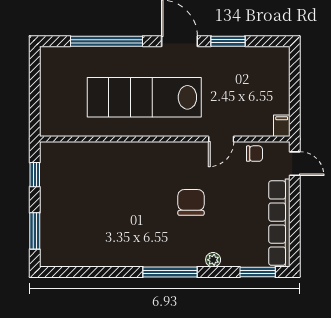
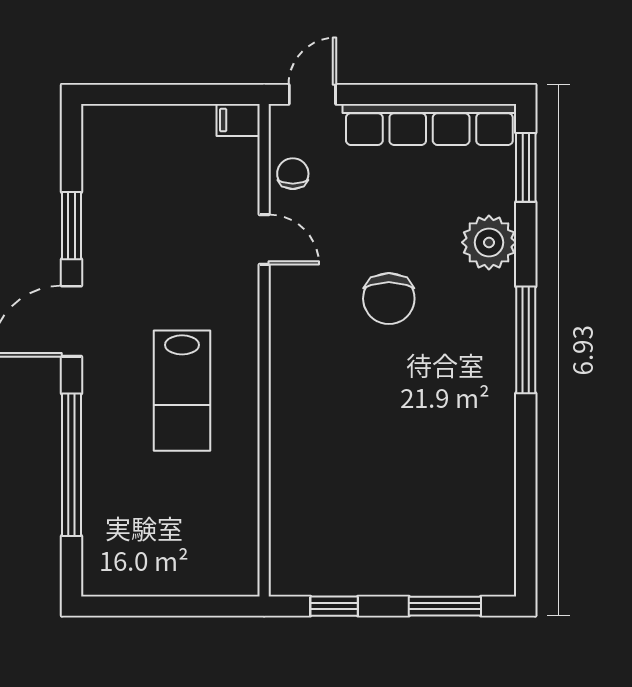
lab bench: (144, 97) -> (182, 391), width x0.54, depth x0.72
chair: (191, 202) -> (389, 299), turned -90
plant: (213, 260) -> (489, 242), width x1.88, depth x1.88

